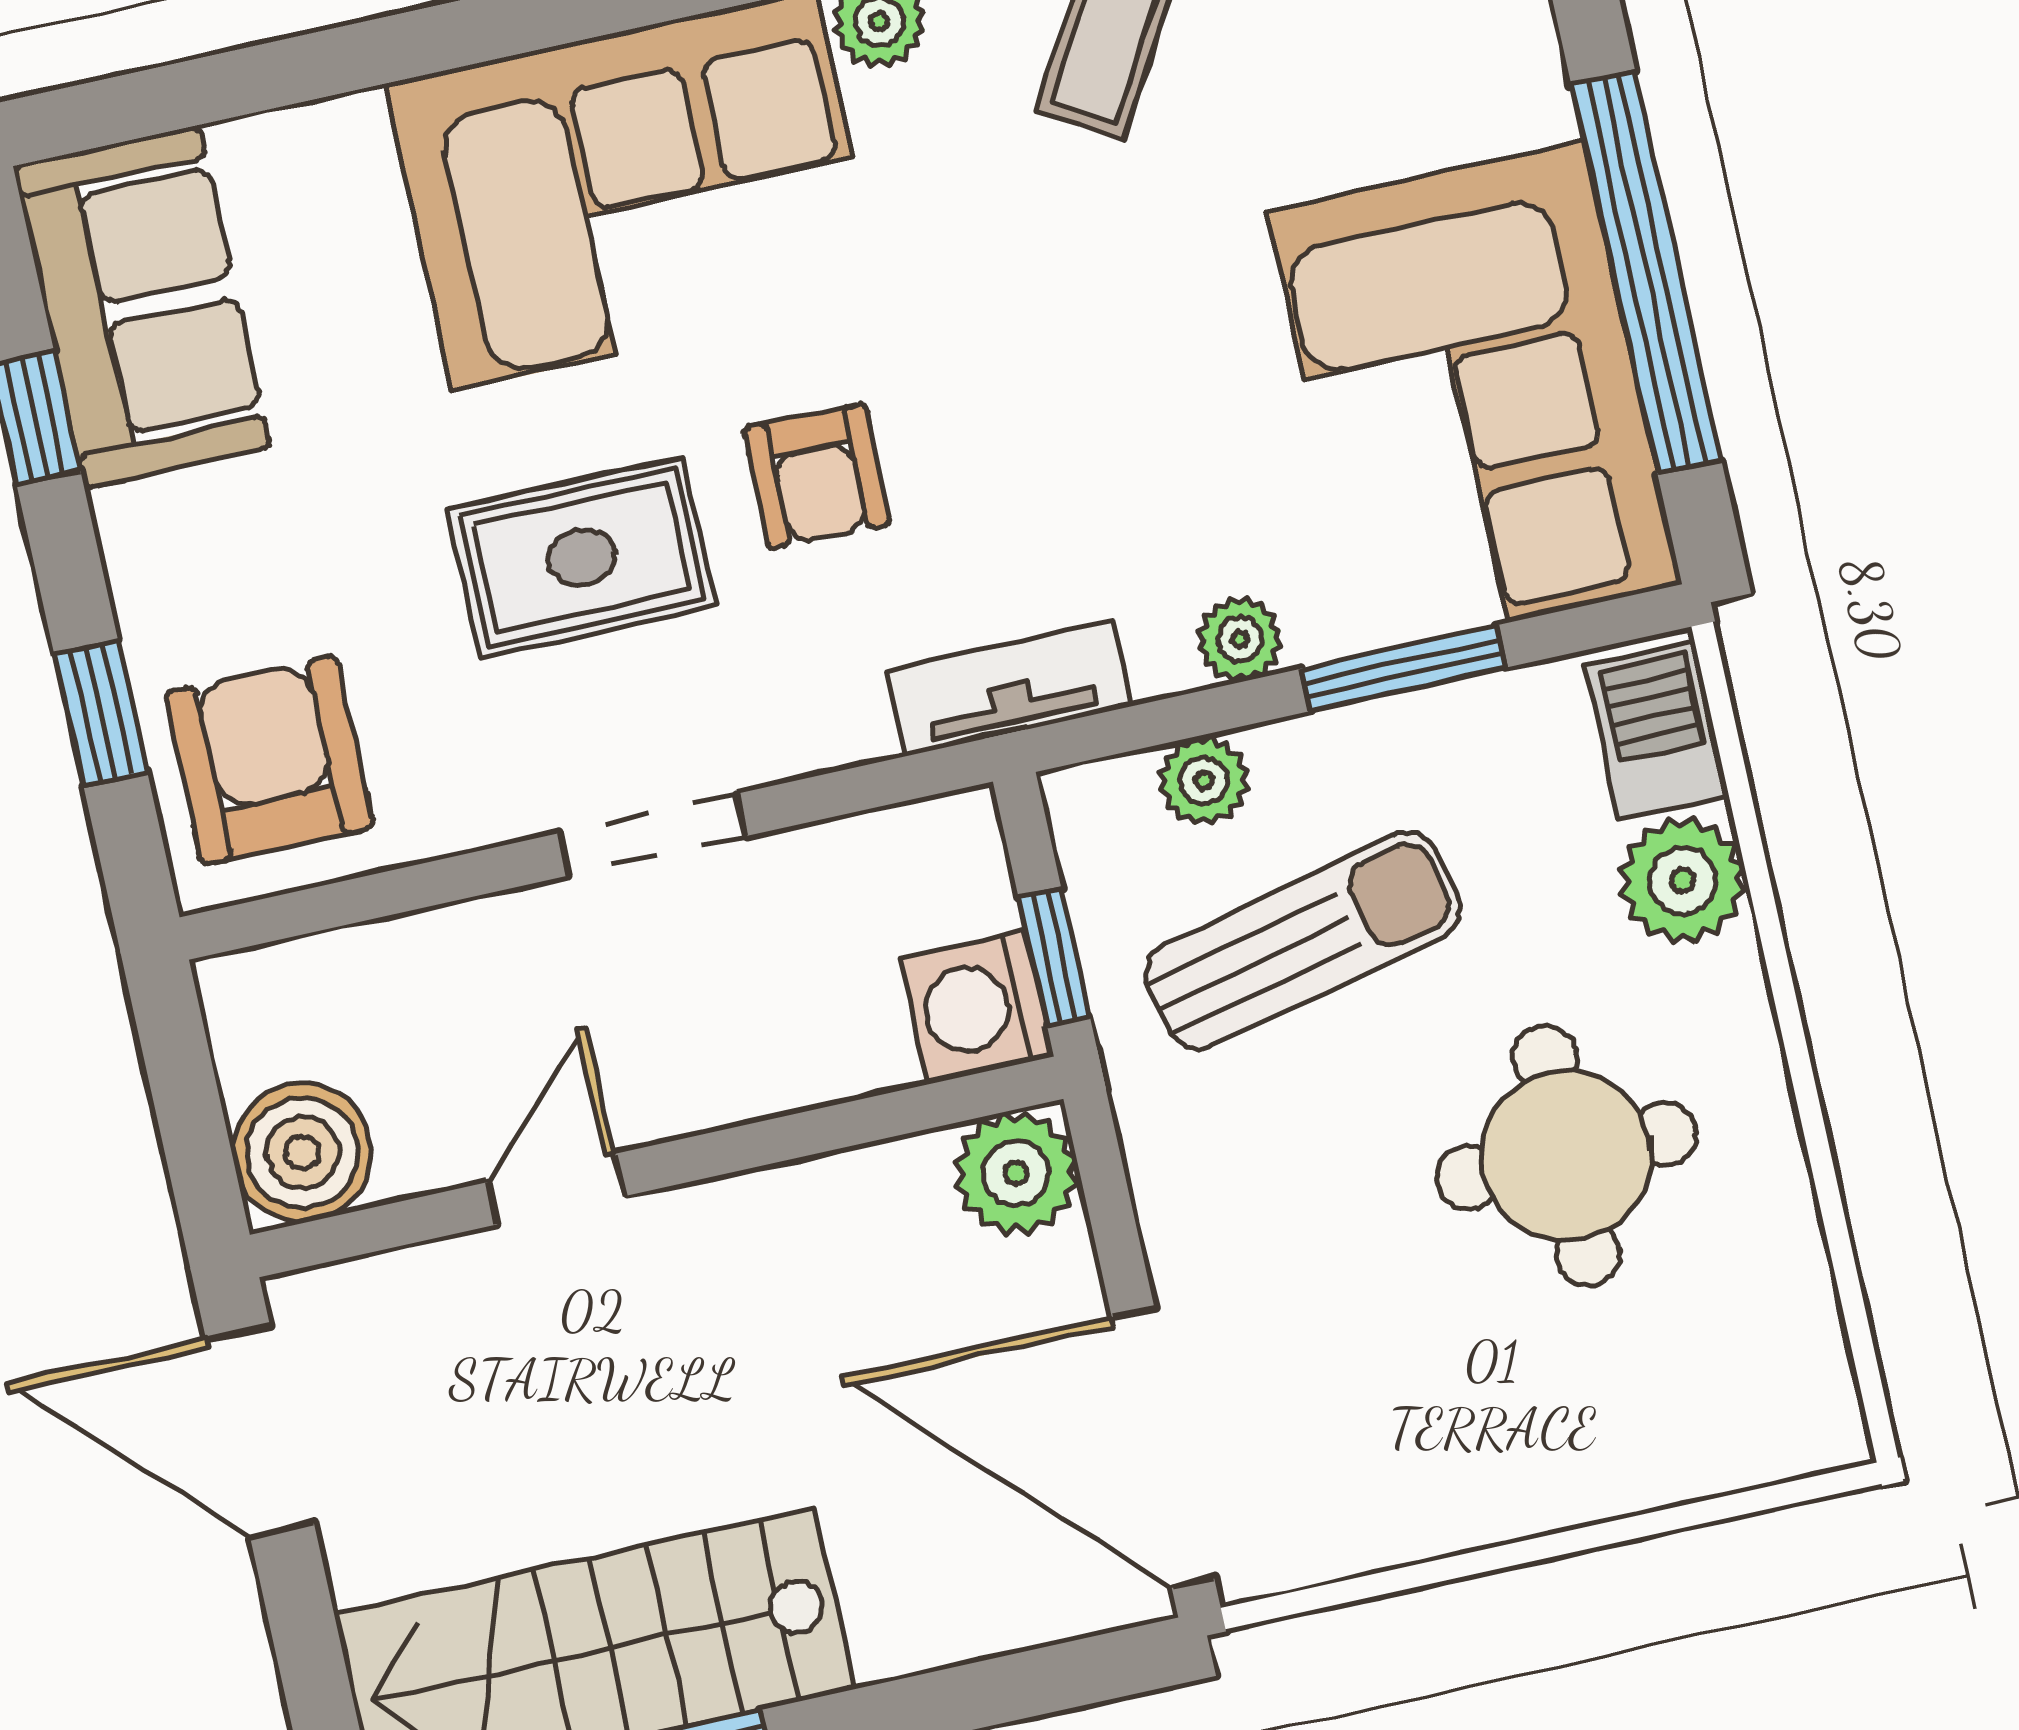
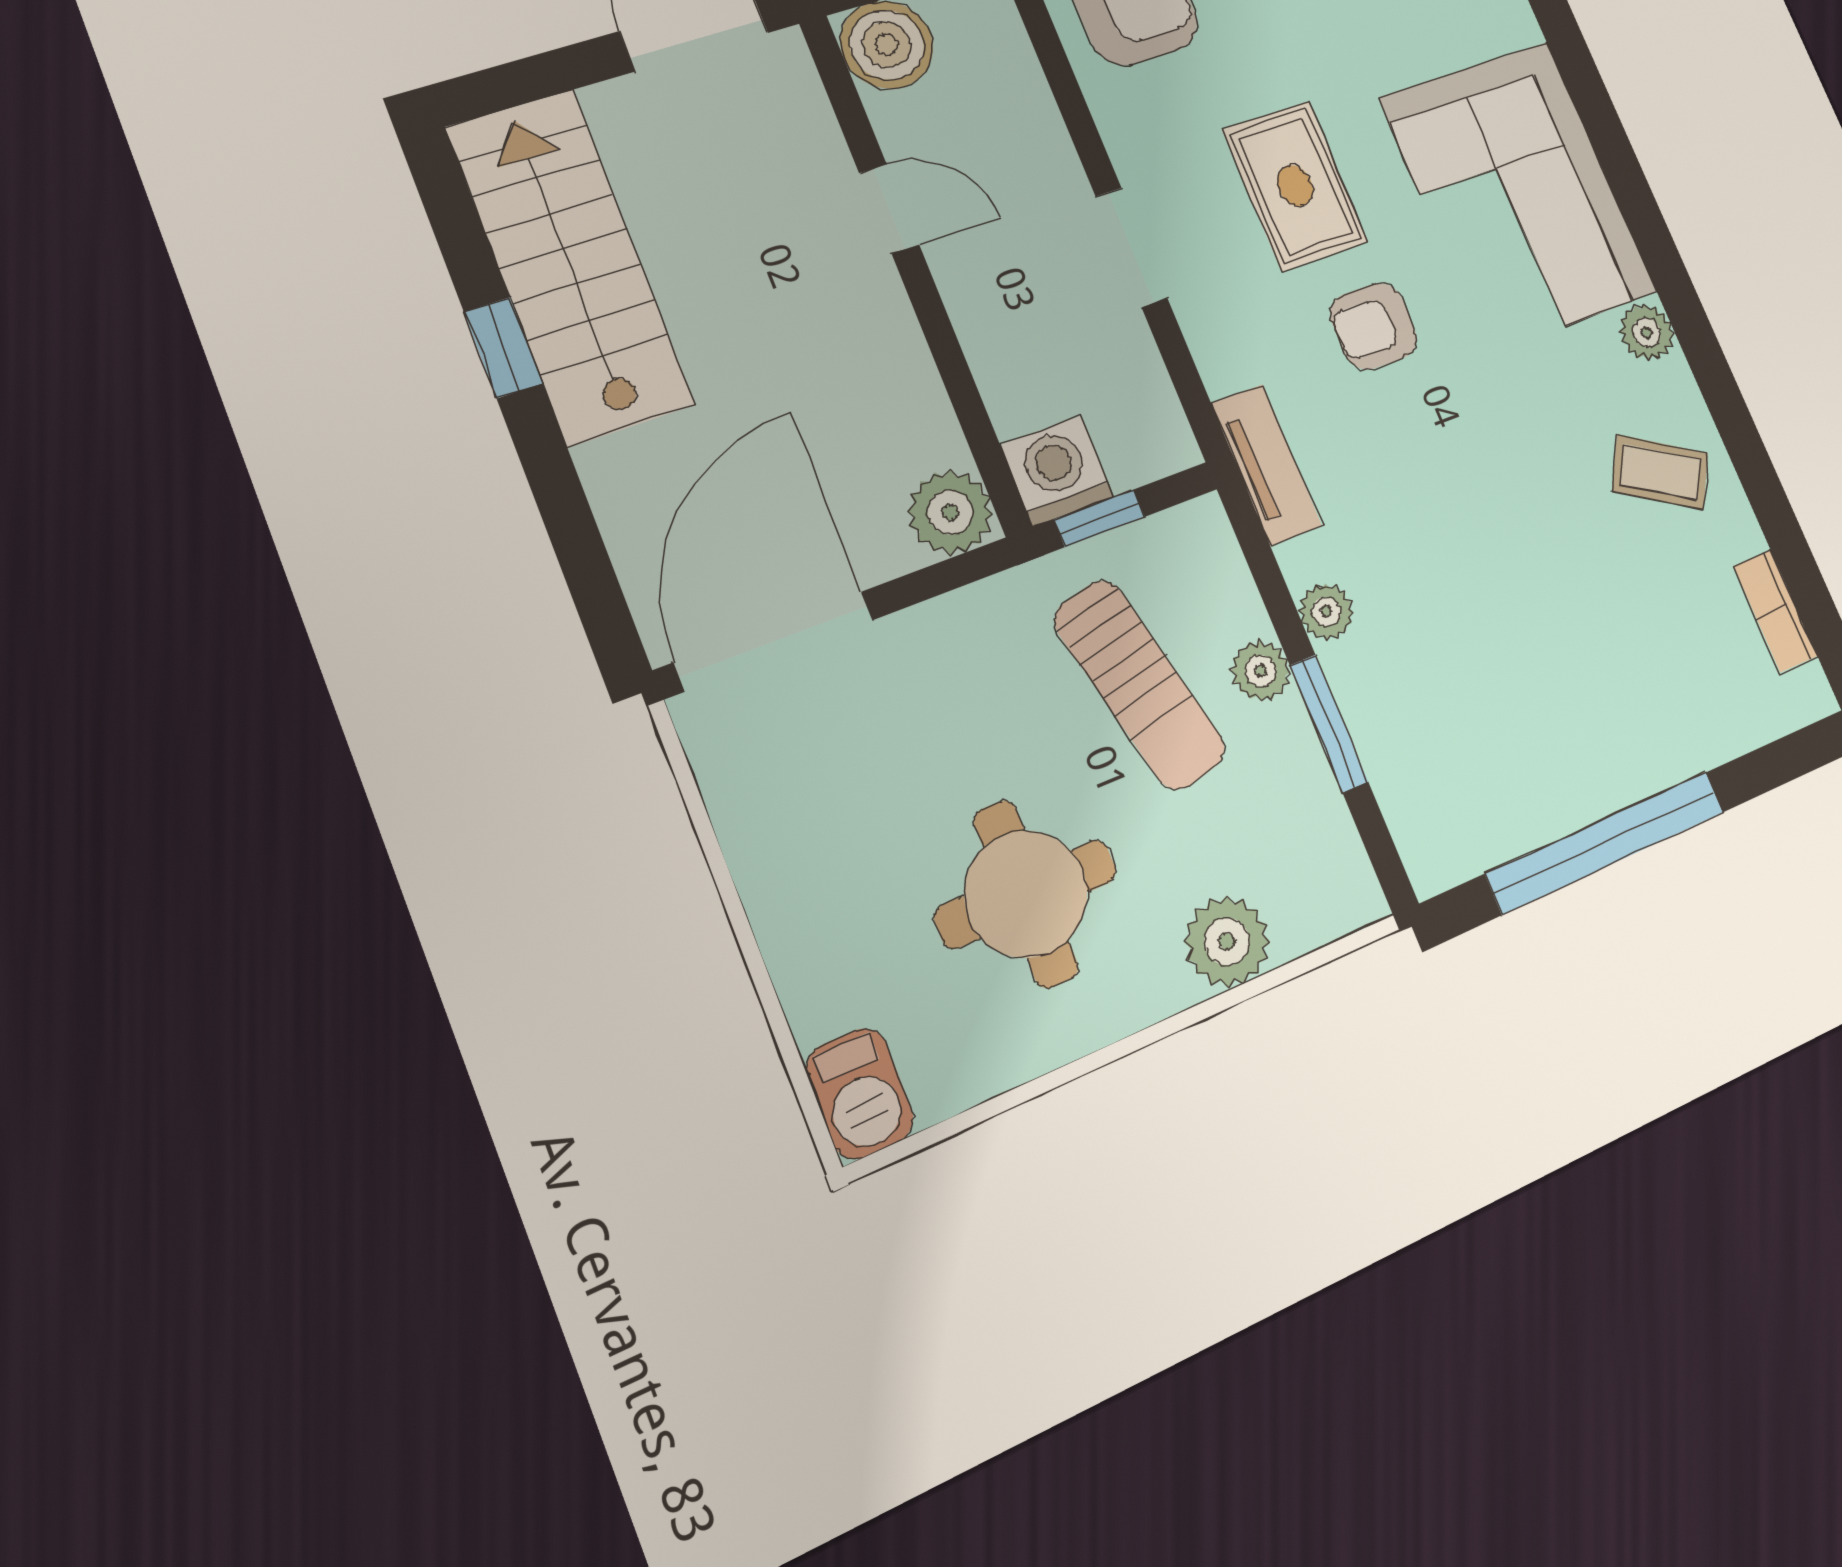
corner sofa: (1475, 397) -> (1507, 742), removed
barbecue: (1657, 731) -> (860, 1093), moved, turned 90
plant: (1204, 781) -> (1261, 671), moved

